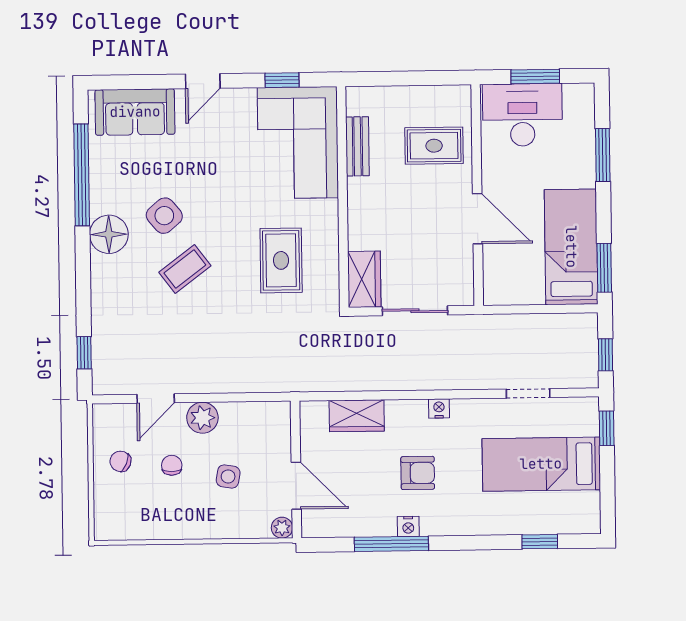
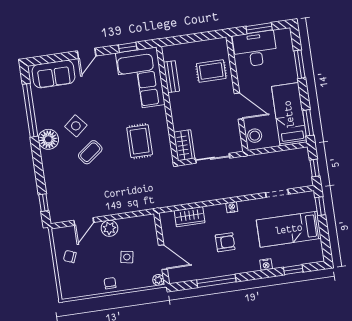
stool: (500, 279) -> (255, 136), added
chair: (172, 465) -> (110, 283), moved
nightstand: (408, 526) -> (266, 264), moved

